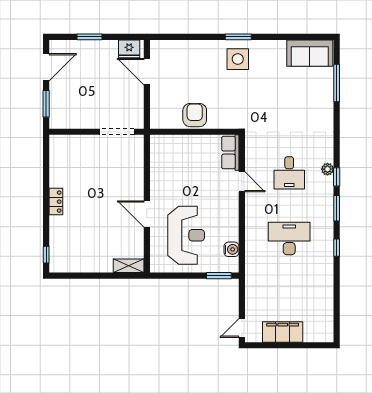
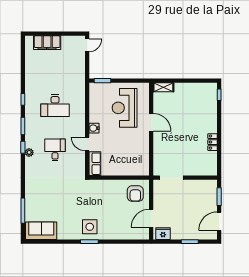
door: (147, 72) -> (151, 218), swing flipped
armchair: (195, 115) -> (135, 194), moved
locker: (56, 202) -> (213, 142), moved
water cooler: (231, 249) -> (94, 128), moved
filing cabinet: (283, 332) -> (47, 43), moved

